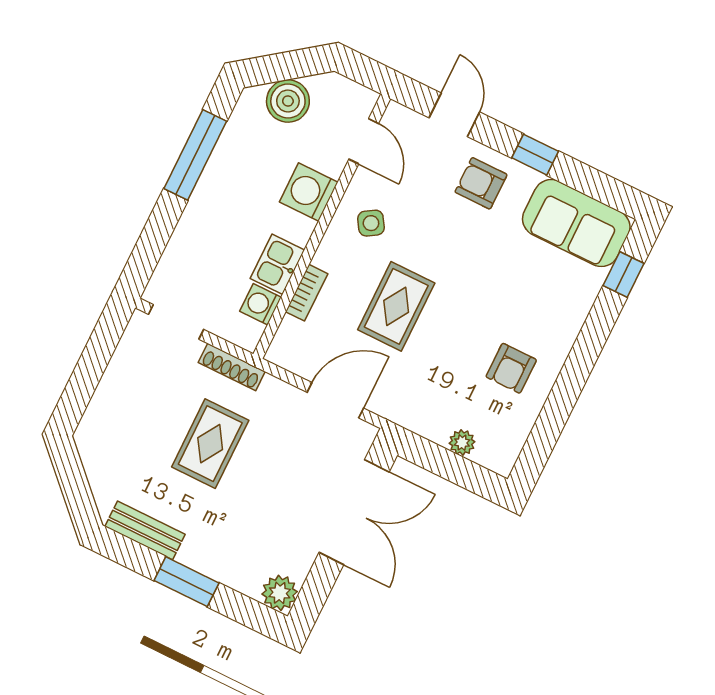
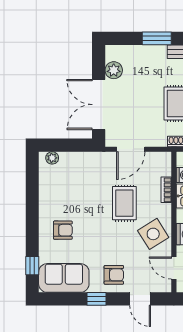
side table: (371, 223) -> (153, 234), width x1.87, depth x1.87
armchair: (511, 368) -> (63, 230), moved, turned 90
plant: (462, 443) -> (52, 158), moved
plant: (280, 593) -> (114, 70), moved

